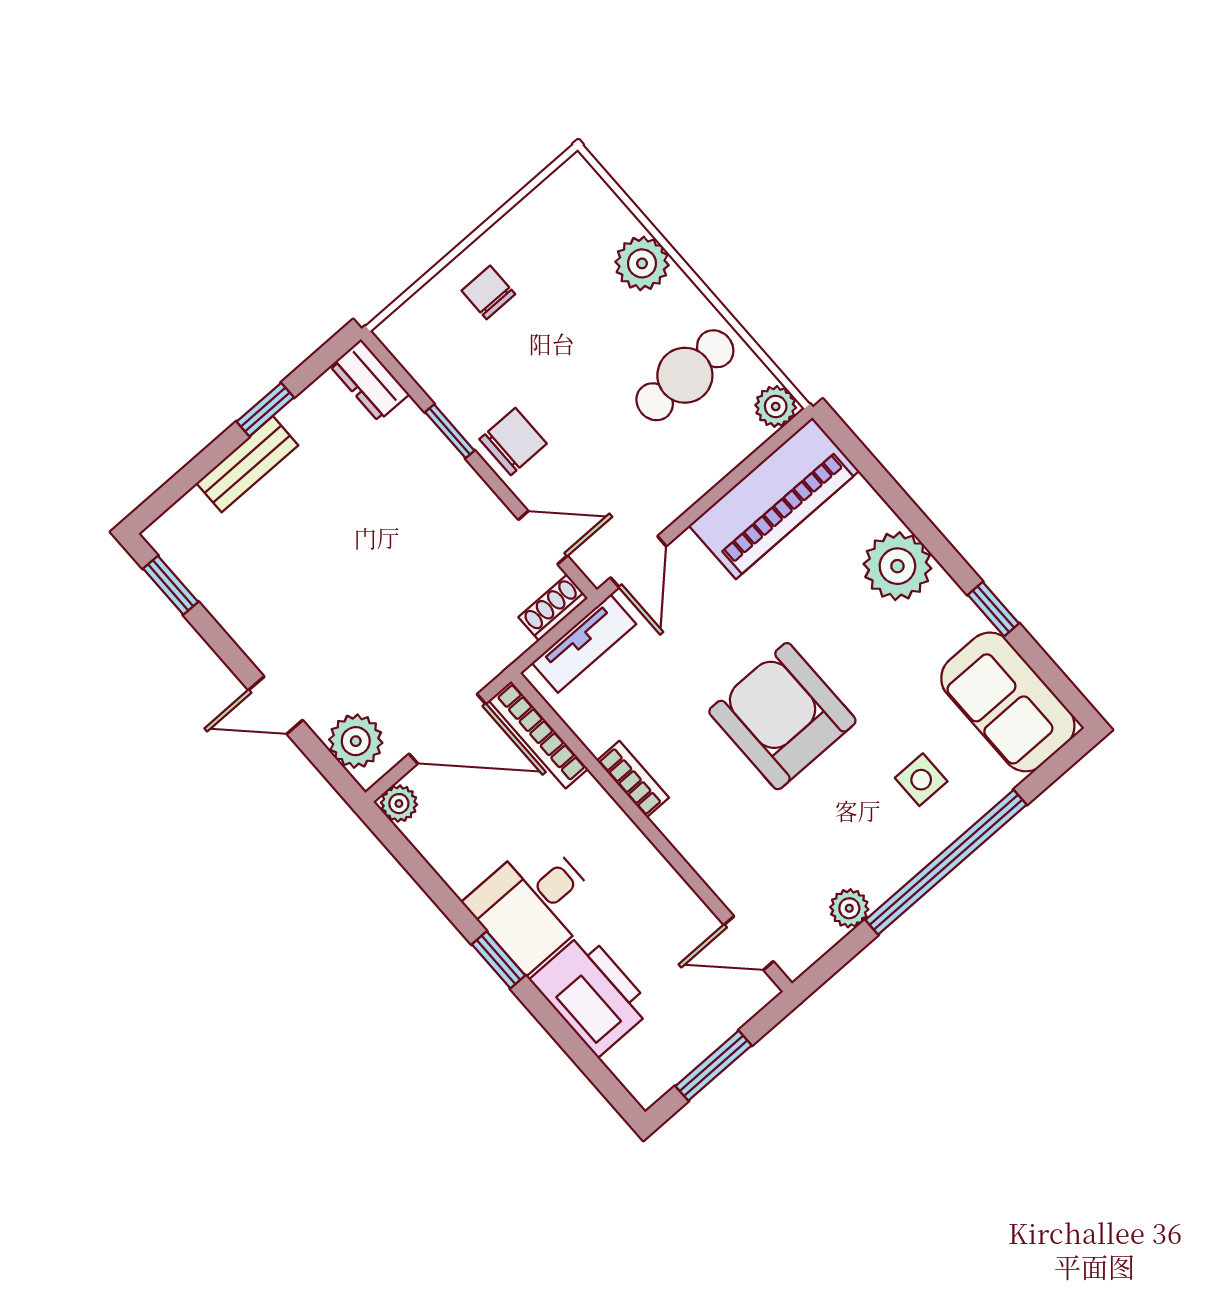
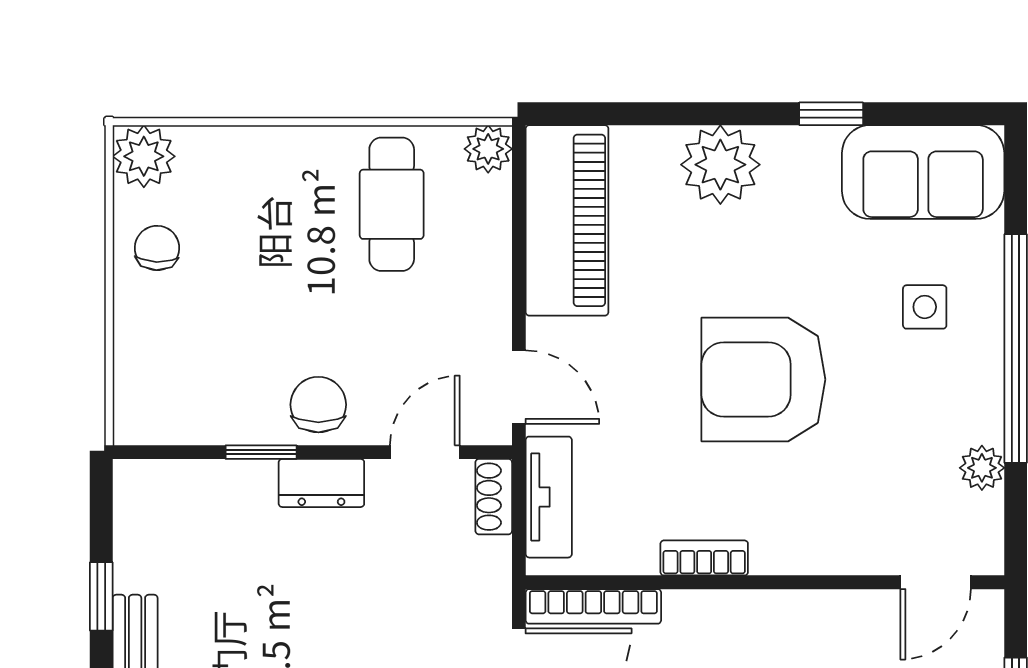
plant: (642, 263) -> (144, 156), moved
chair: (488, 292) -> (157, 248), moved, turned 92
dresser: (370, 380) -> (321, 483), moved

